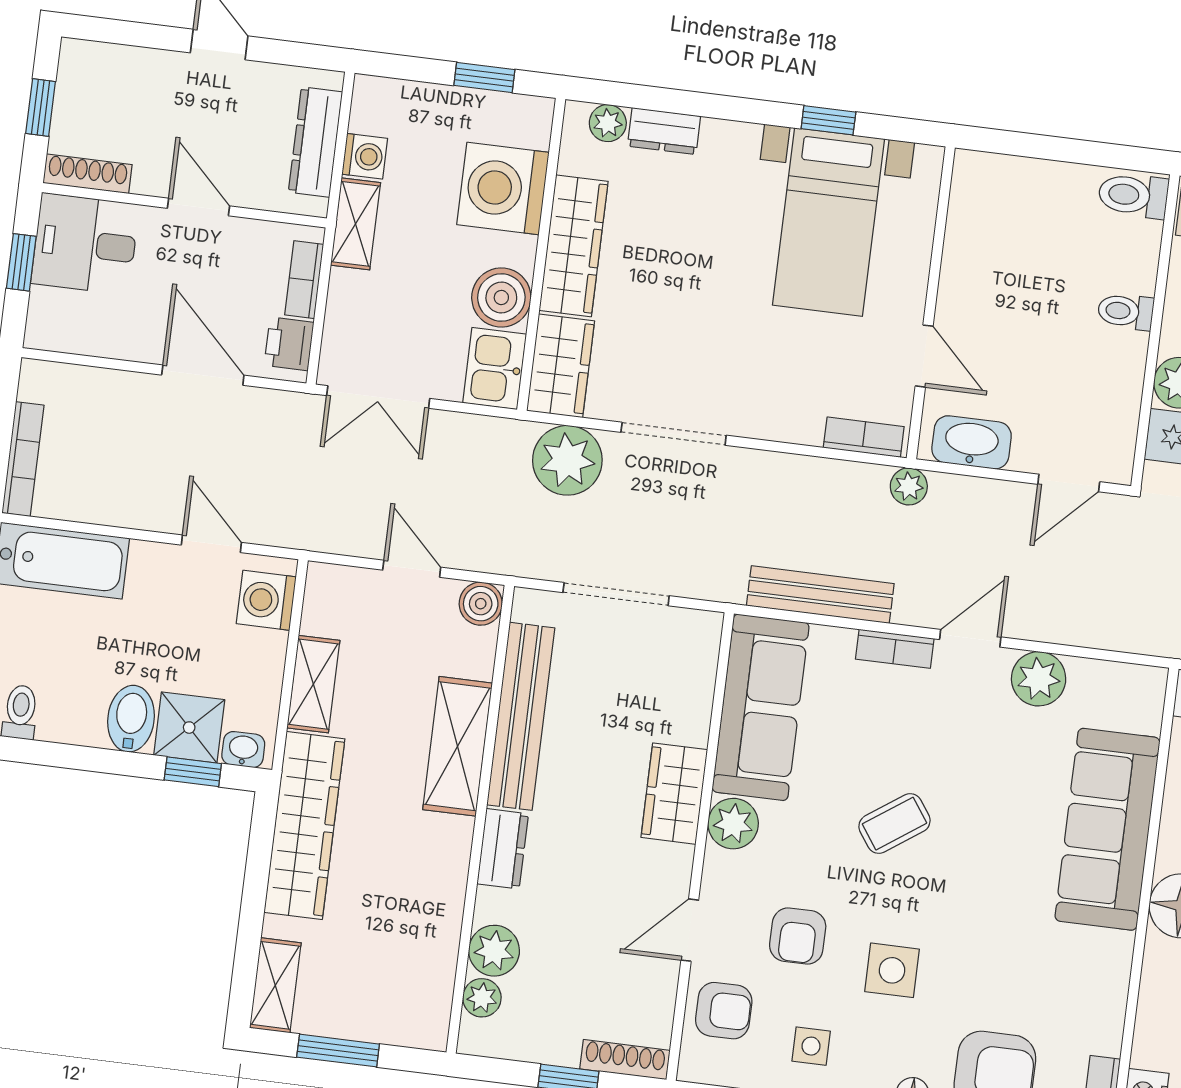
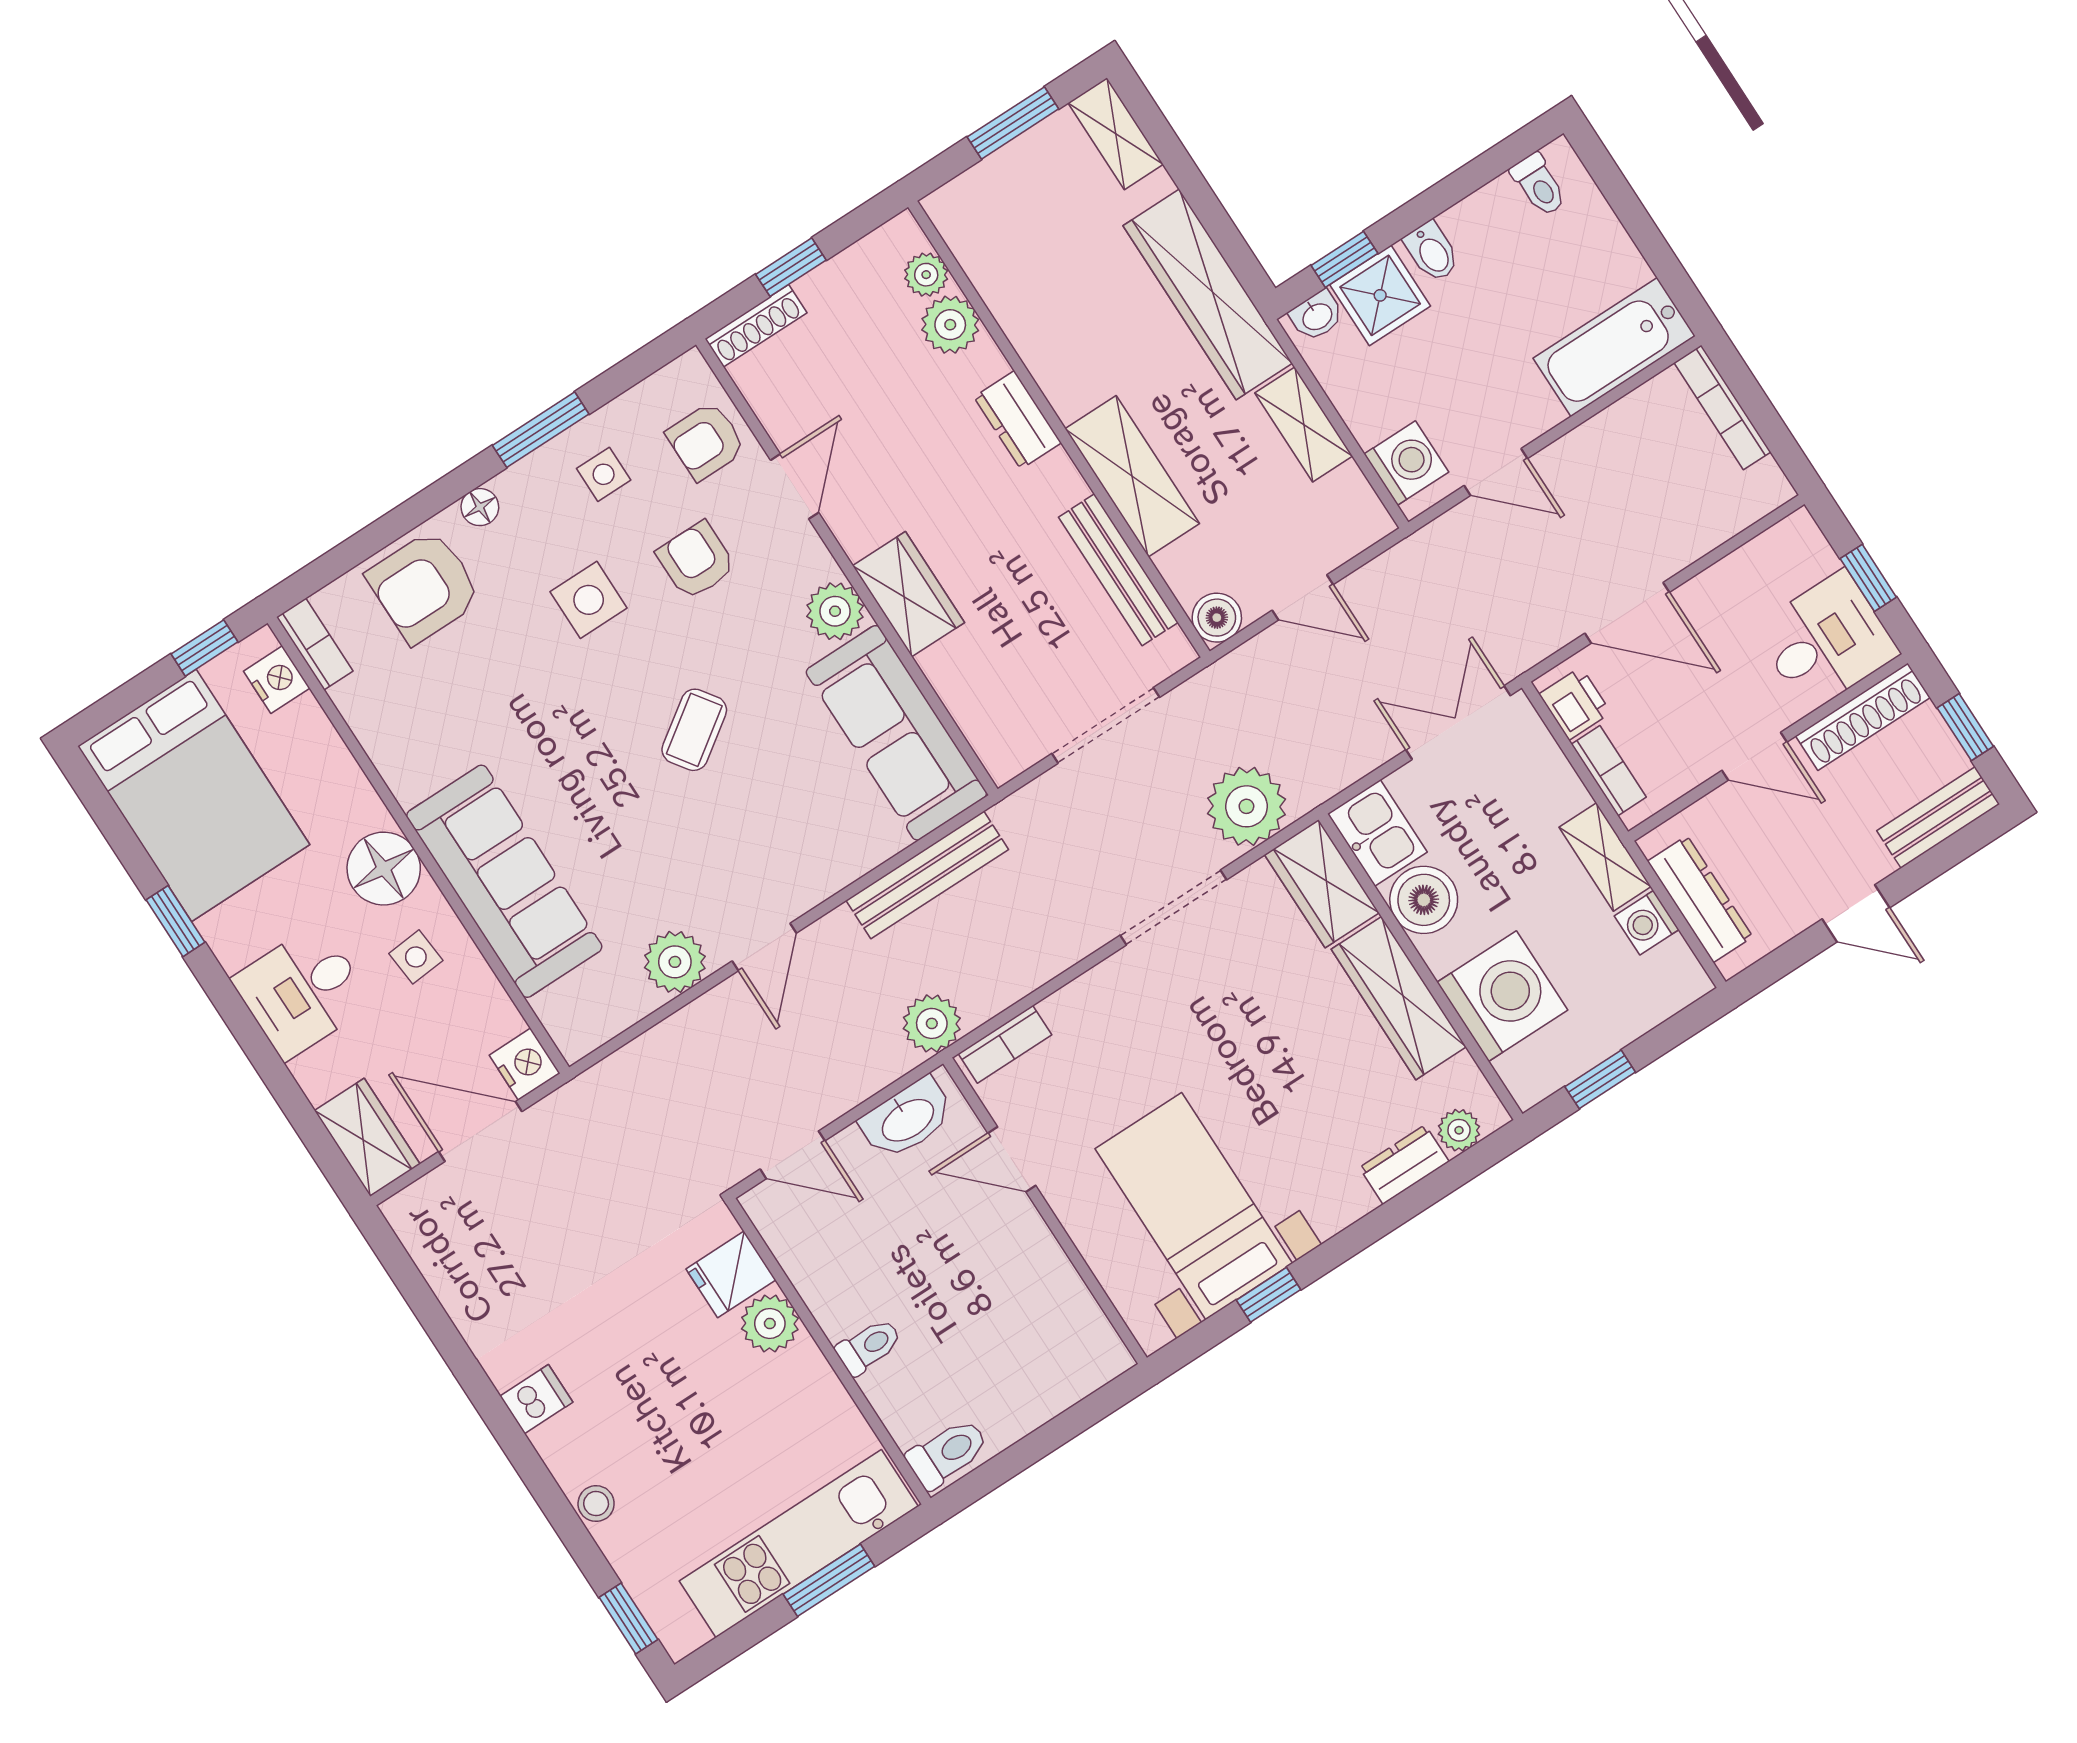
bench: (110, 62) -> (1938, 817), added
shoe rack: (88, 174) -> (1863, 717), width x1.36, depth x1.24
door: (1069, 483) -> (792, 1155), swing flipped
plant: (909, 486) -> (932, 1023), width x1.38, depth x1.38
bookcase: (895, 649) -> (823, 882), removed
bench: (521, 716) -> (1118, 570), width x0.73, depth x0.82
bidet: (131, 719) -> (1432, 252), width x0.72, depth x0.74

